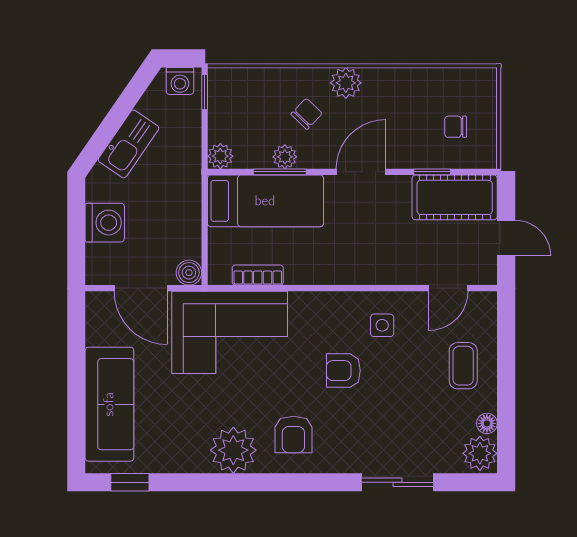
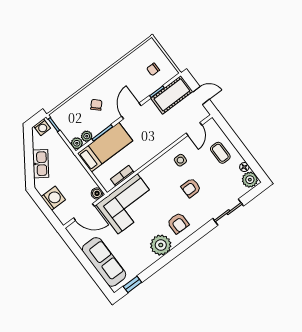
plant: (346, 83) -> (102, 83), removed
plant: (285, 157) -> (87, 136), moved
armchair: (343, 371) -> (191, 188), moved

